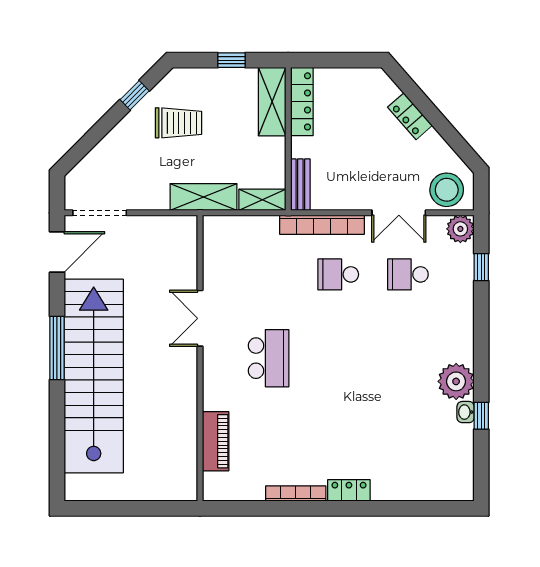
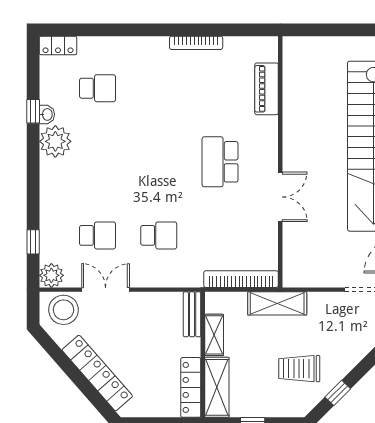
locker: (410, 116) -> (97, 373), width x2.16, depth x1.21
shelving: (262, 200) -> (214, 335), moved, turned 90
bookcase: (322, 225) -> (241, 279), moved
school desk: (408, 442) -> (98, 88), added
locker: (349, 490) -> (58, 46), moved

